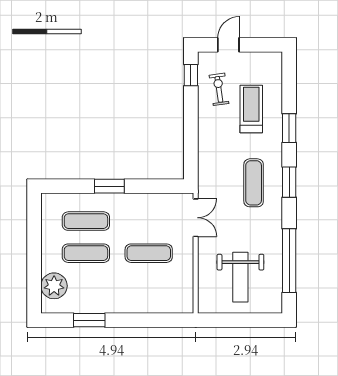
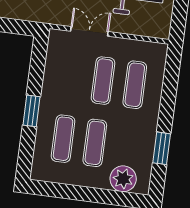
double door: (196, 218) -> (89, 31), moved
exercise mat: (149, 285) -> (135, 85), added

